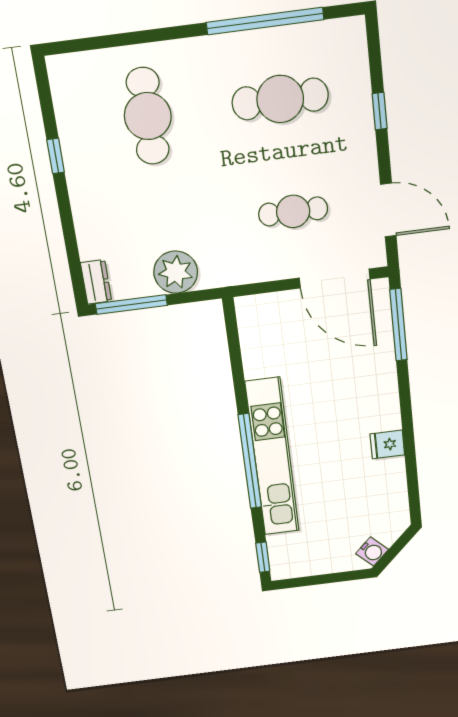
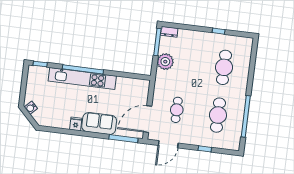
cafe table: (148, 116) -> (224, 67), turned 90
sofa: (374, 391) -> (99, 124), added

